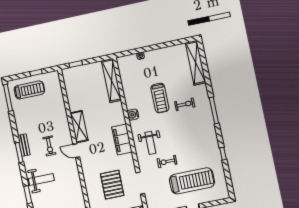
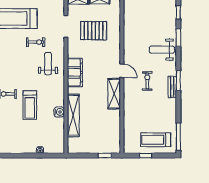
shelving: (111, 80) -> (73, 115), moved
treadmill: (160, 98) -> (30, 105), turned 180
water cooler: (133, 115) -> (59, 112), moved
pallet: (112, 185) -> (94, 31), turned 90

